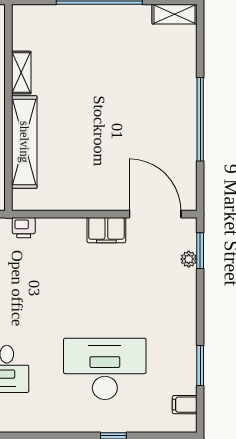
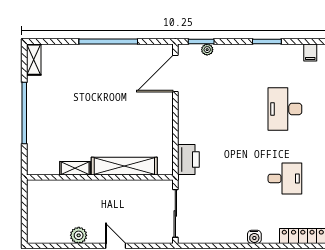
printer: (24, 228) -> (188, 159), width x1.87, depth x1.48
filing cabinet: (106, 230) -> (187, 108), removed
window: (200, 366) -> (267, 42), moved
desk: (105, 369) -> (285, 109), width x0.73, depth x0.77

